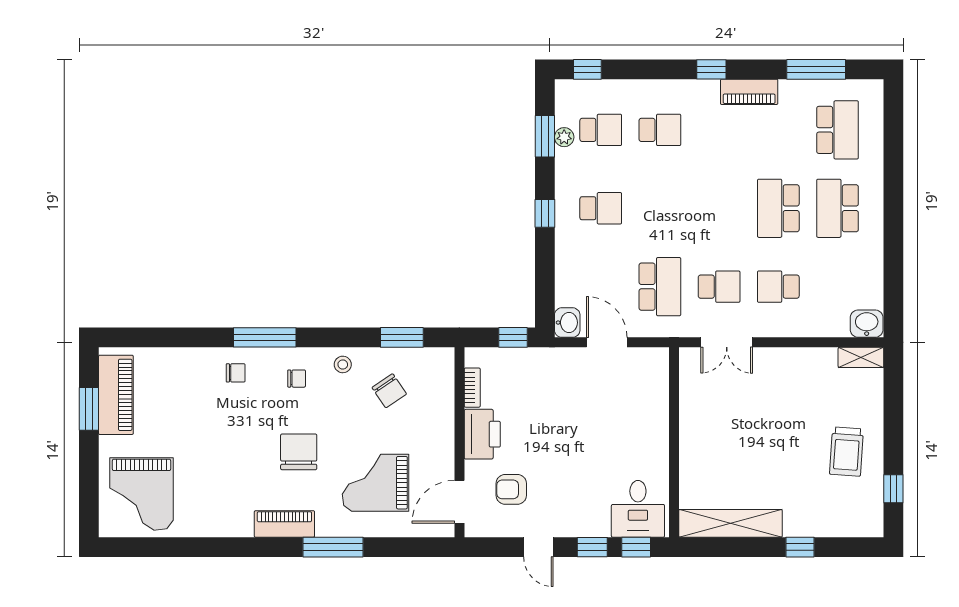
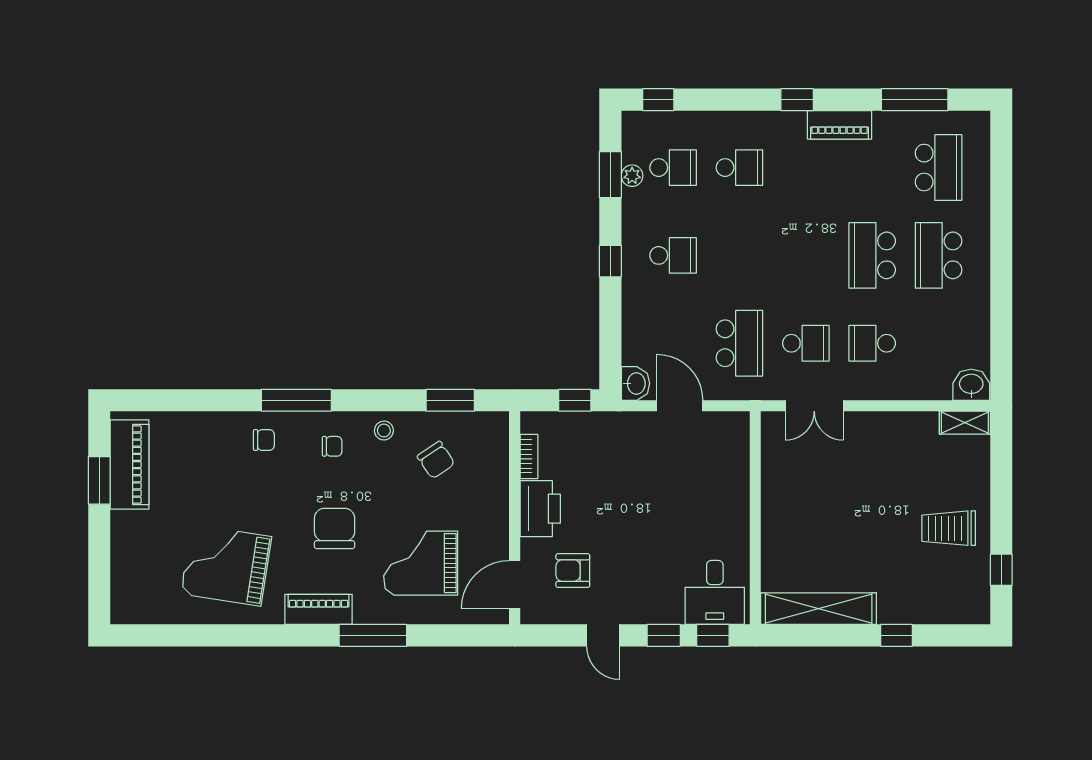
trolley: (847, 452) -> (949, 528), turned 86
grand piano: (142, 494) -> (226, 565), moved, turned 99

